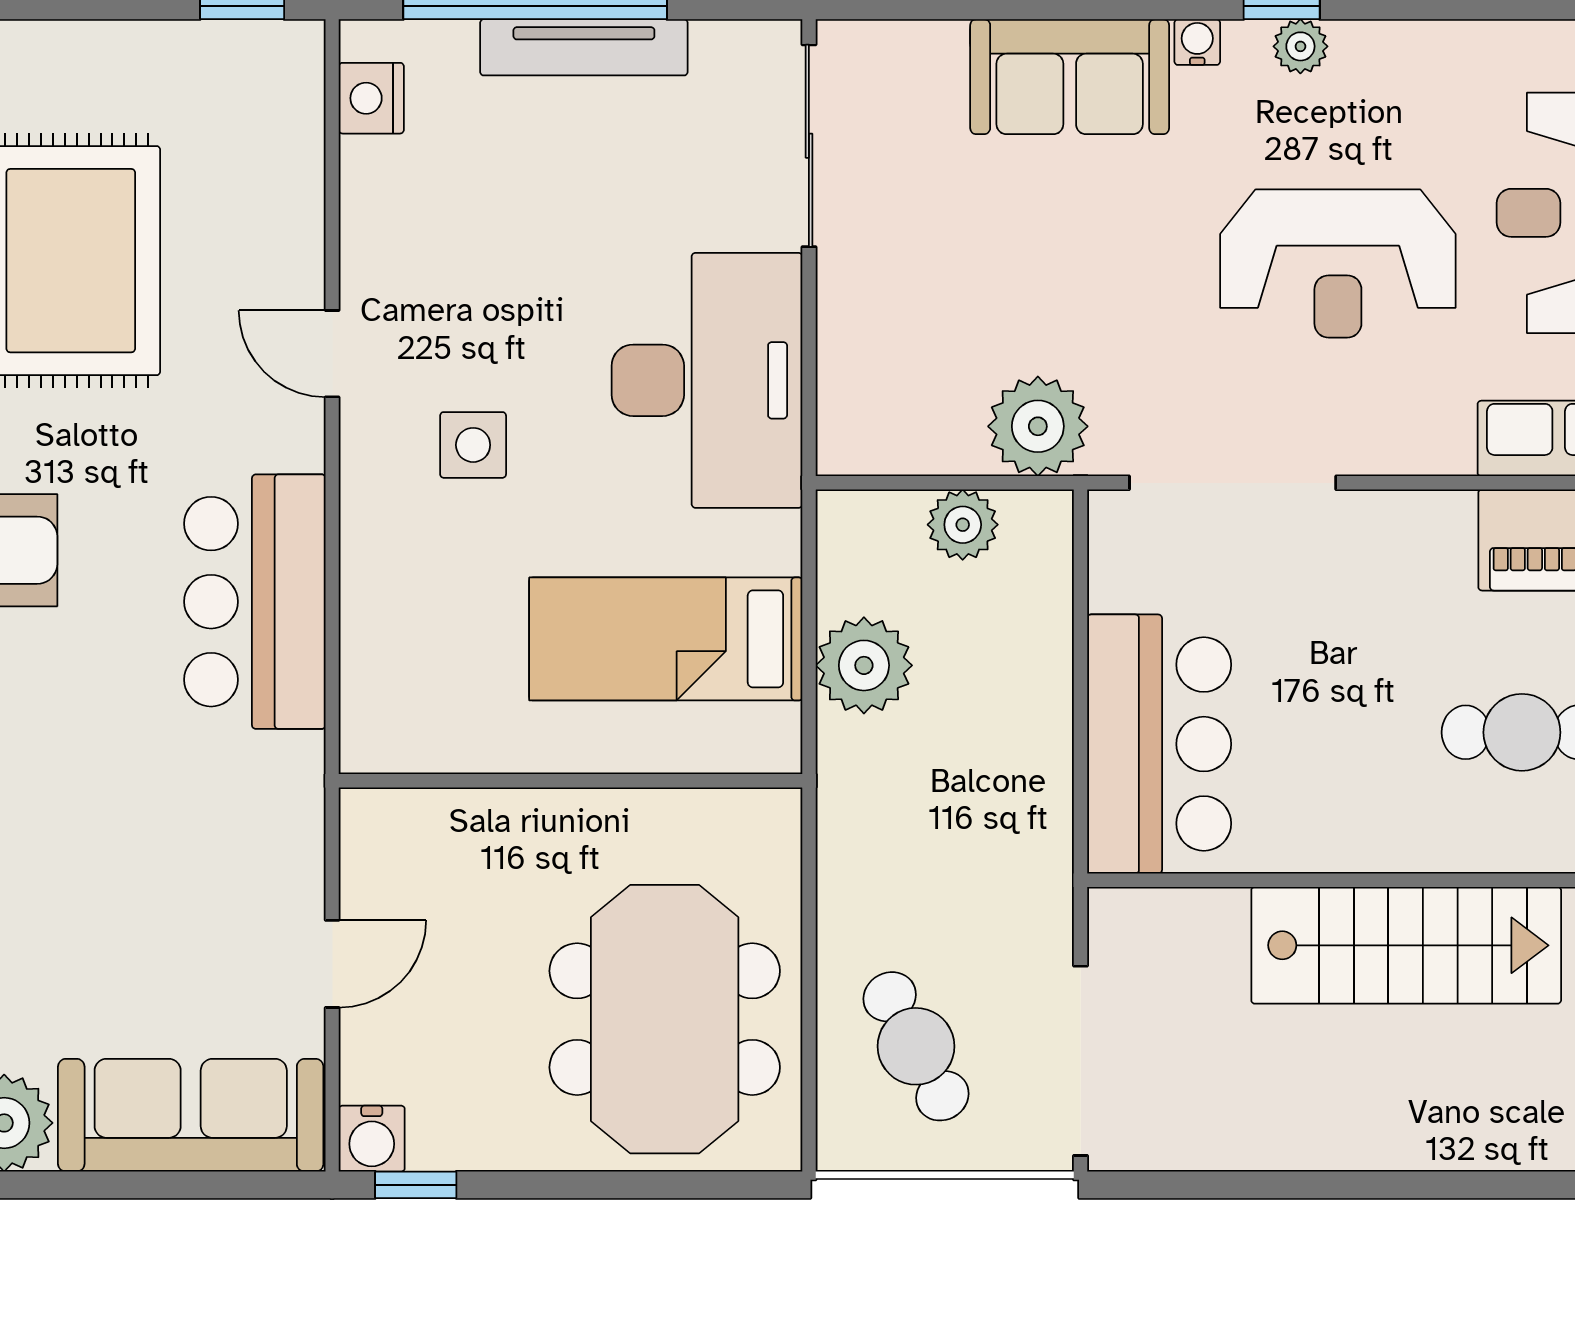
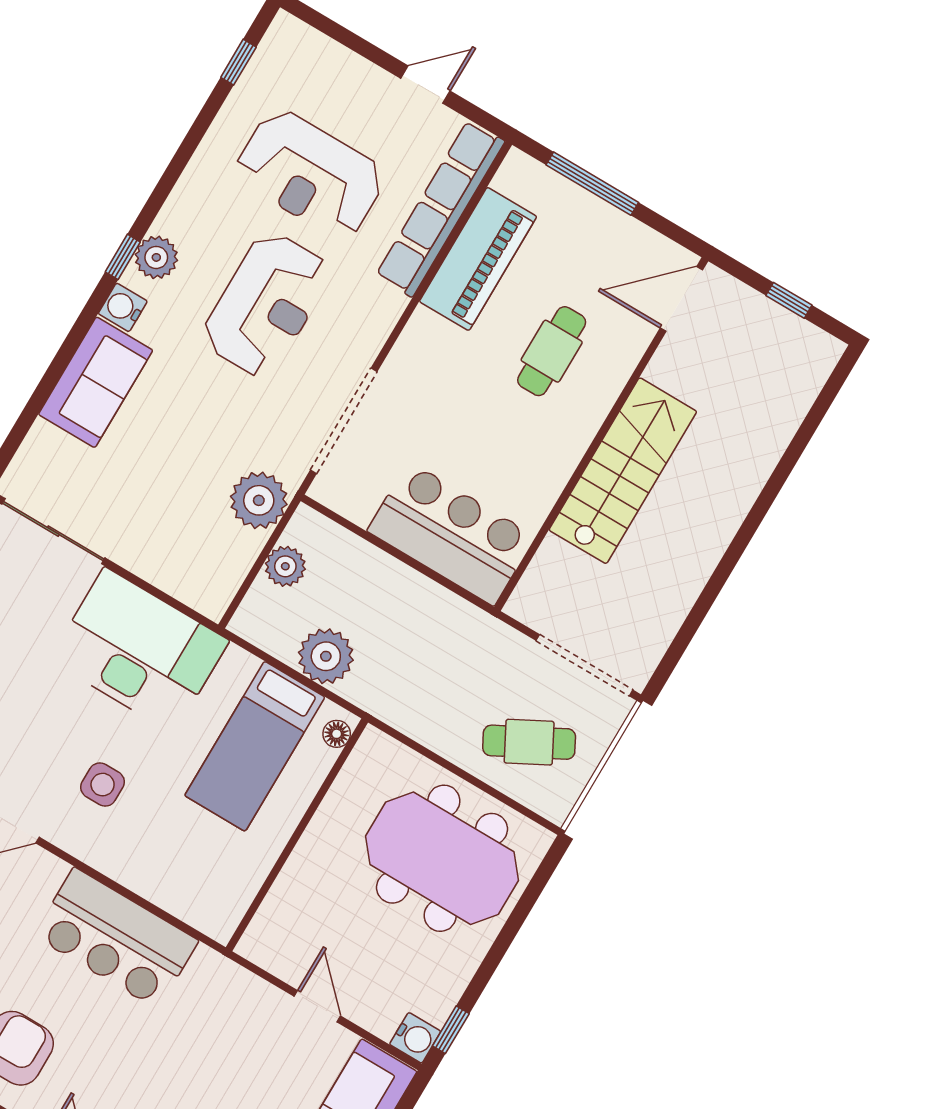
water cooler: (1197, 42) -> (123, 307), width x1.38, depth x1.38
plant: (1300, 46) -> (156, 257), width x1.38, depth x1.38
floor lamp: (757, 751) -> (337, 734), added

